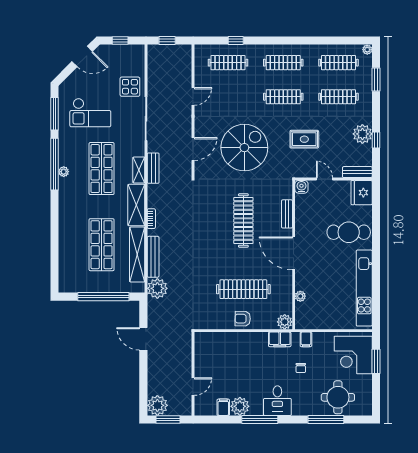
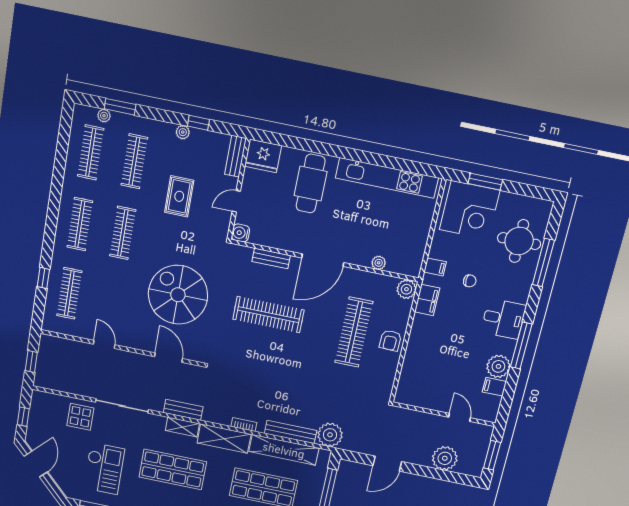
plant: (367, 50) -> (104, 116), moved
plant: (362, 134) -> (183, 132), width x0.53, depth x0.53
rug: (304, 139) -> (179, 196), moved
plant: (157, 405) -> (445, 458), moved

